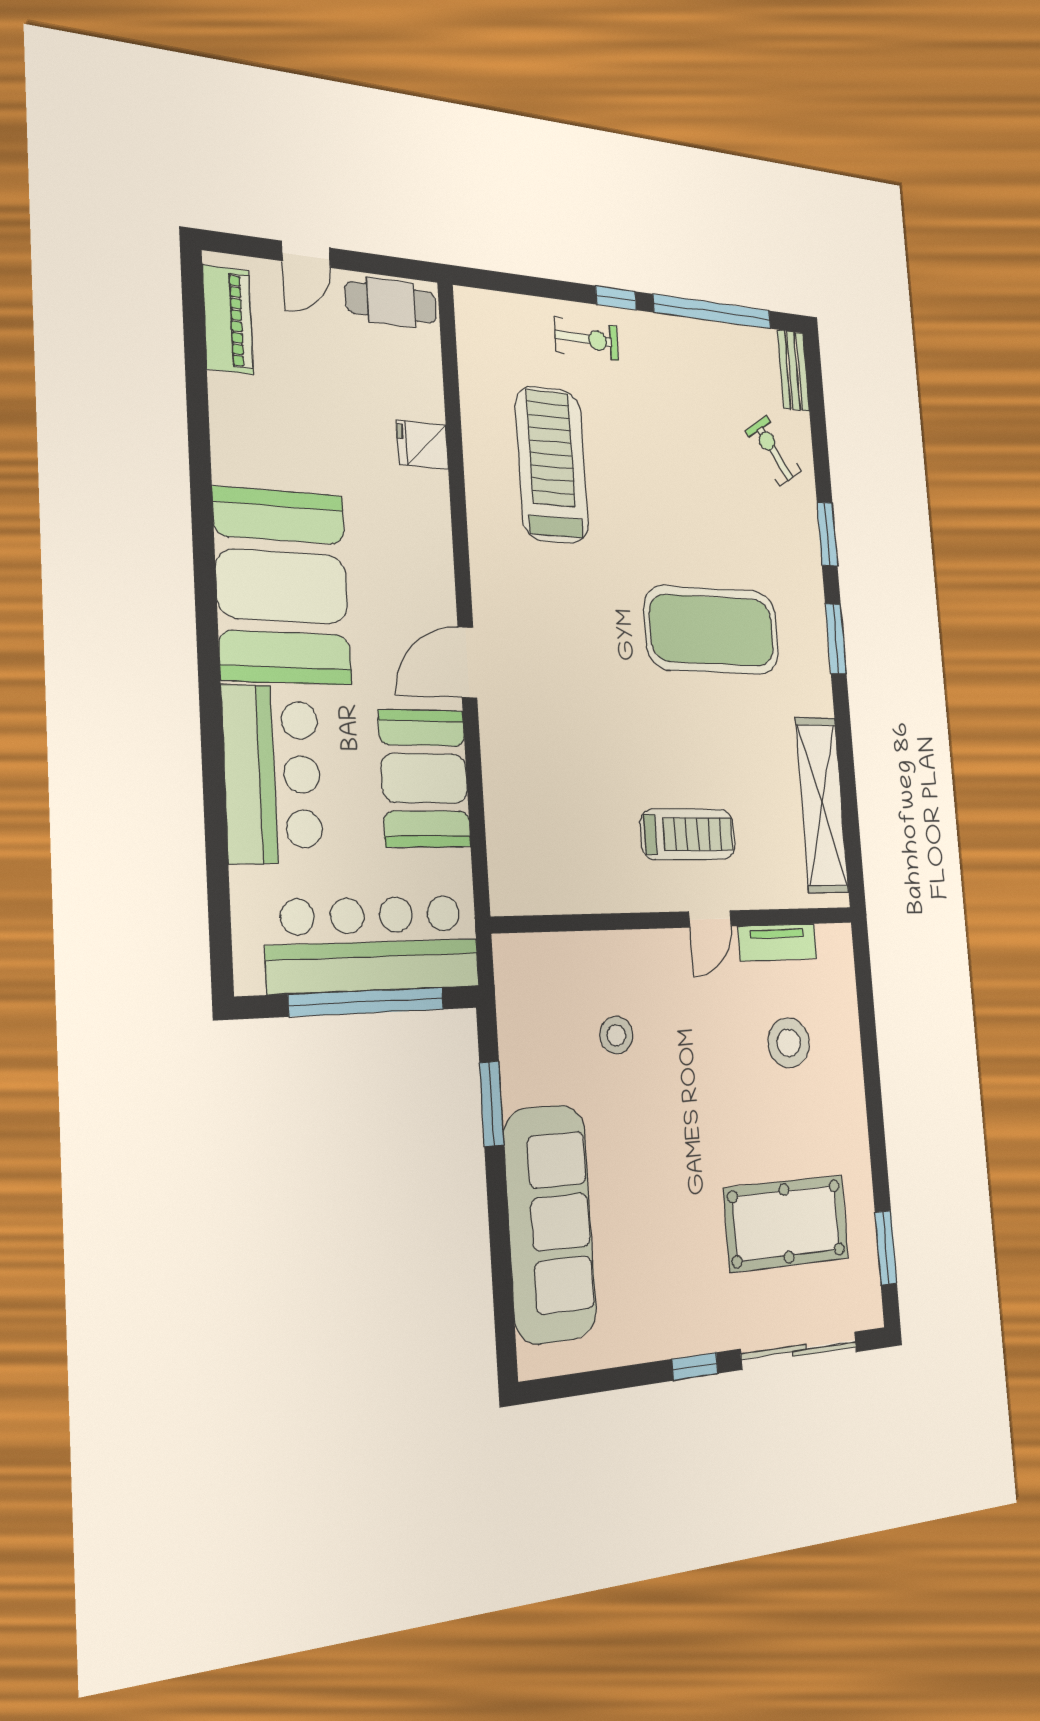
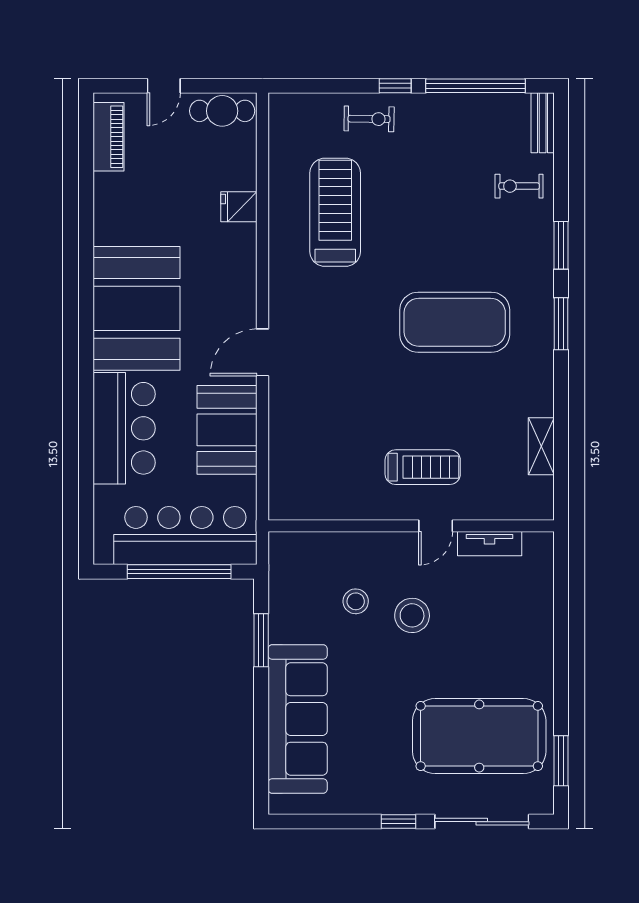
exercise bike: (773, 451) -> (519, 186), turned -56
shelving: (822, 805) -> (541, 446), width x0.45, depth x0.75
stool: (789, 1043) -> (412, 615), moved
pool table: (786, 1223) -> (479, 736), width x1.36, depth x1.32

